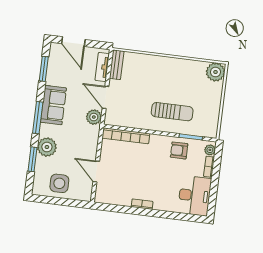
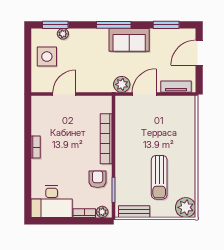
bench: (117, 65) -> (134, 212), moved
sun lounger: (172, 112) -> (159, 177), moved
bookcase: (126, 136) -> (106, 139), moved
plant: (47, 147) -> (63, 34), moved, width x0.53, depth x0.53
window: (33, 159) -> (55, 25), moved

